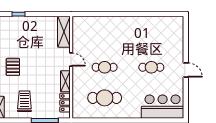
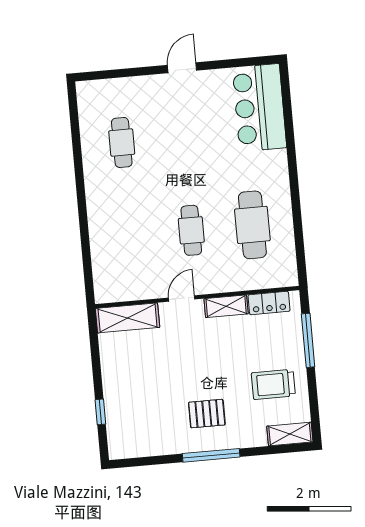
cafe table: (151, 67) -> (122, 142), moved

